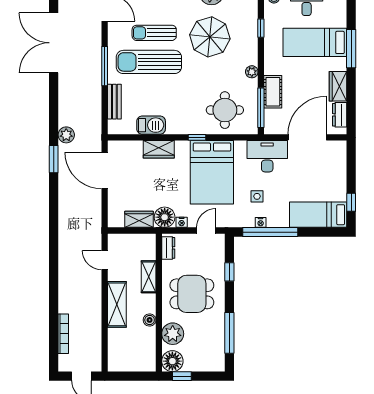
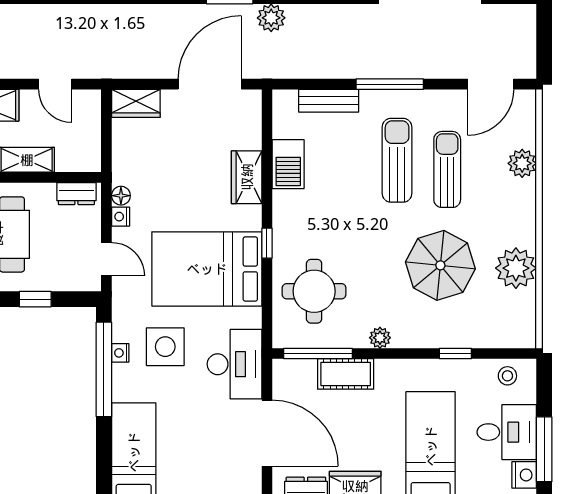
sun lounger: (149, 62) -> (397, 160), width x0.73, depth x0.75
side table: (257, 196) -> (165, 347), width x1.87, depth x1.87
floor lamp: (165, 217) -> (121, 196), width x0.53, depth x0.53
wardrobe: (139, 219) -> (136, 103), moved, turned 90
door: (105, 260) -> (55, 84), swing flipped

